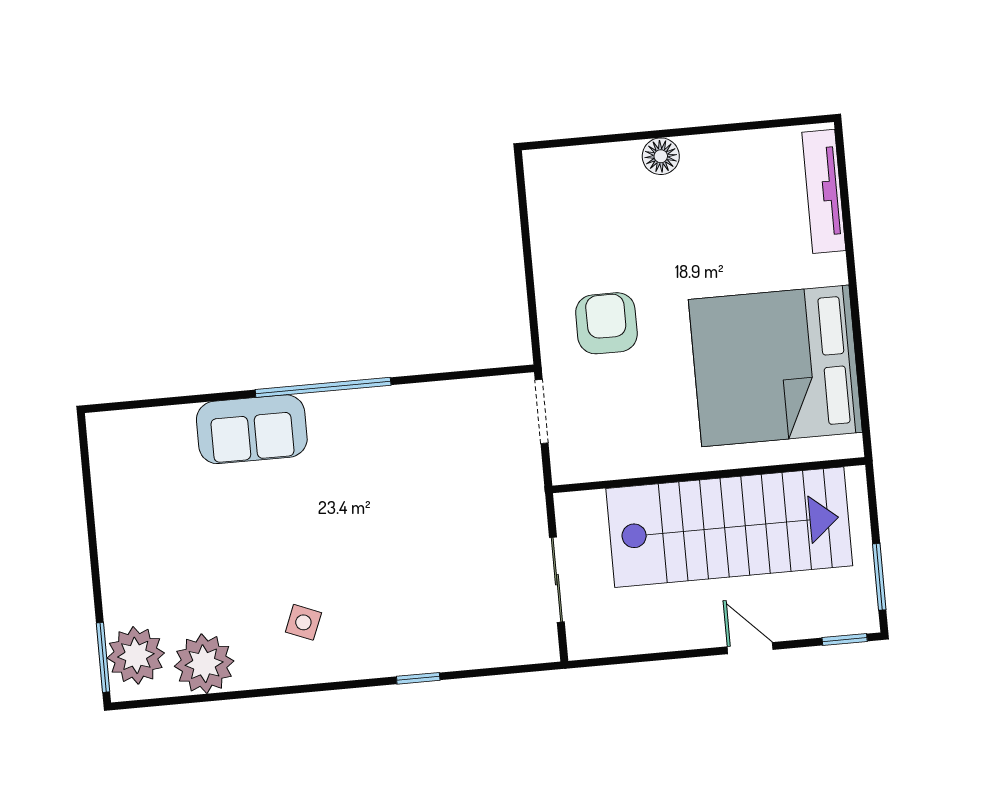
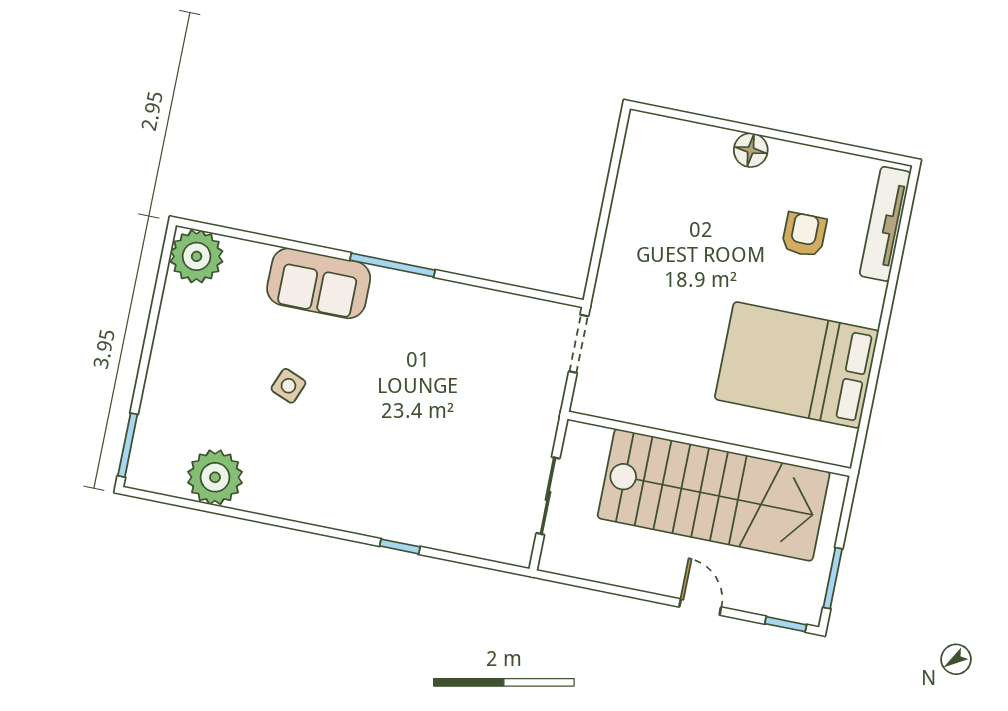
armchair: (606, 323) -> (804, 235), moved, width x0.72, depth x0.72
bed: (775, 366) -> (797, 365), width x0.73
window: (323, 387) -> (392, 265), width x0.68
side table: (303, 622) -> (288, 386), moved
plant: (136, 655) -> (197, 256), moved

